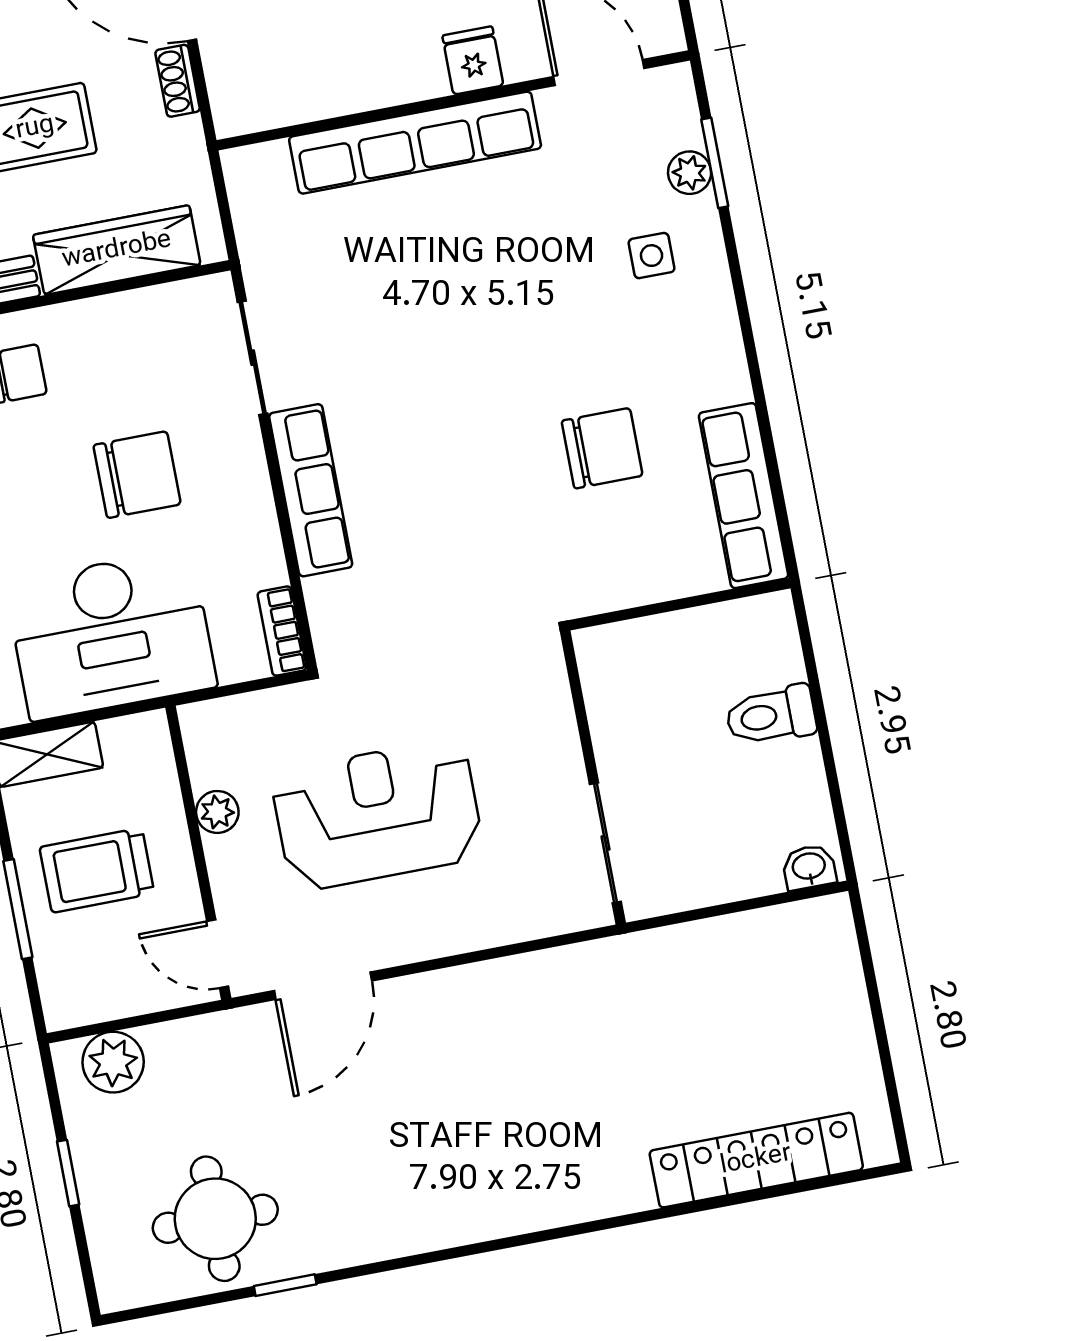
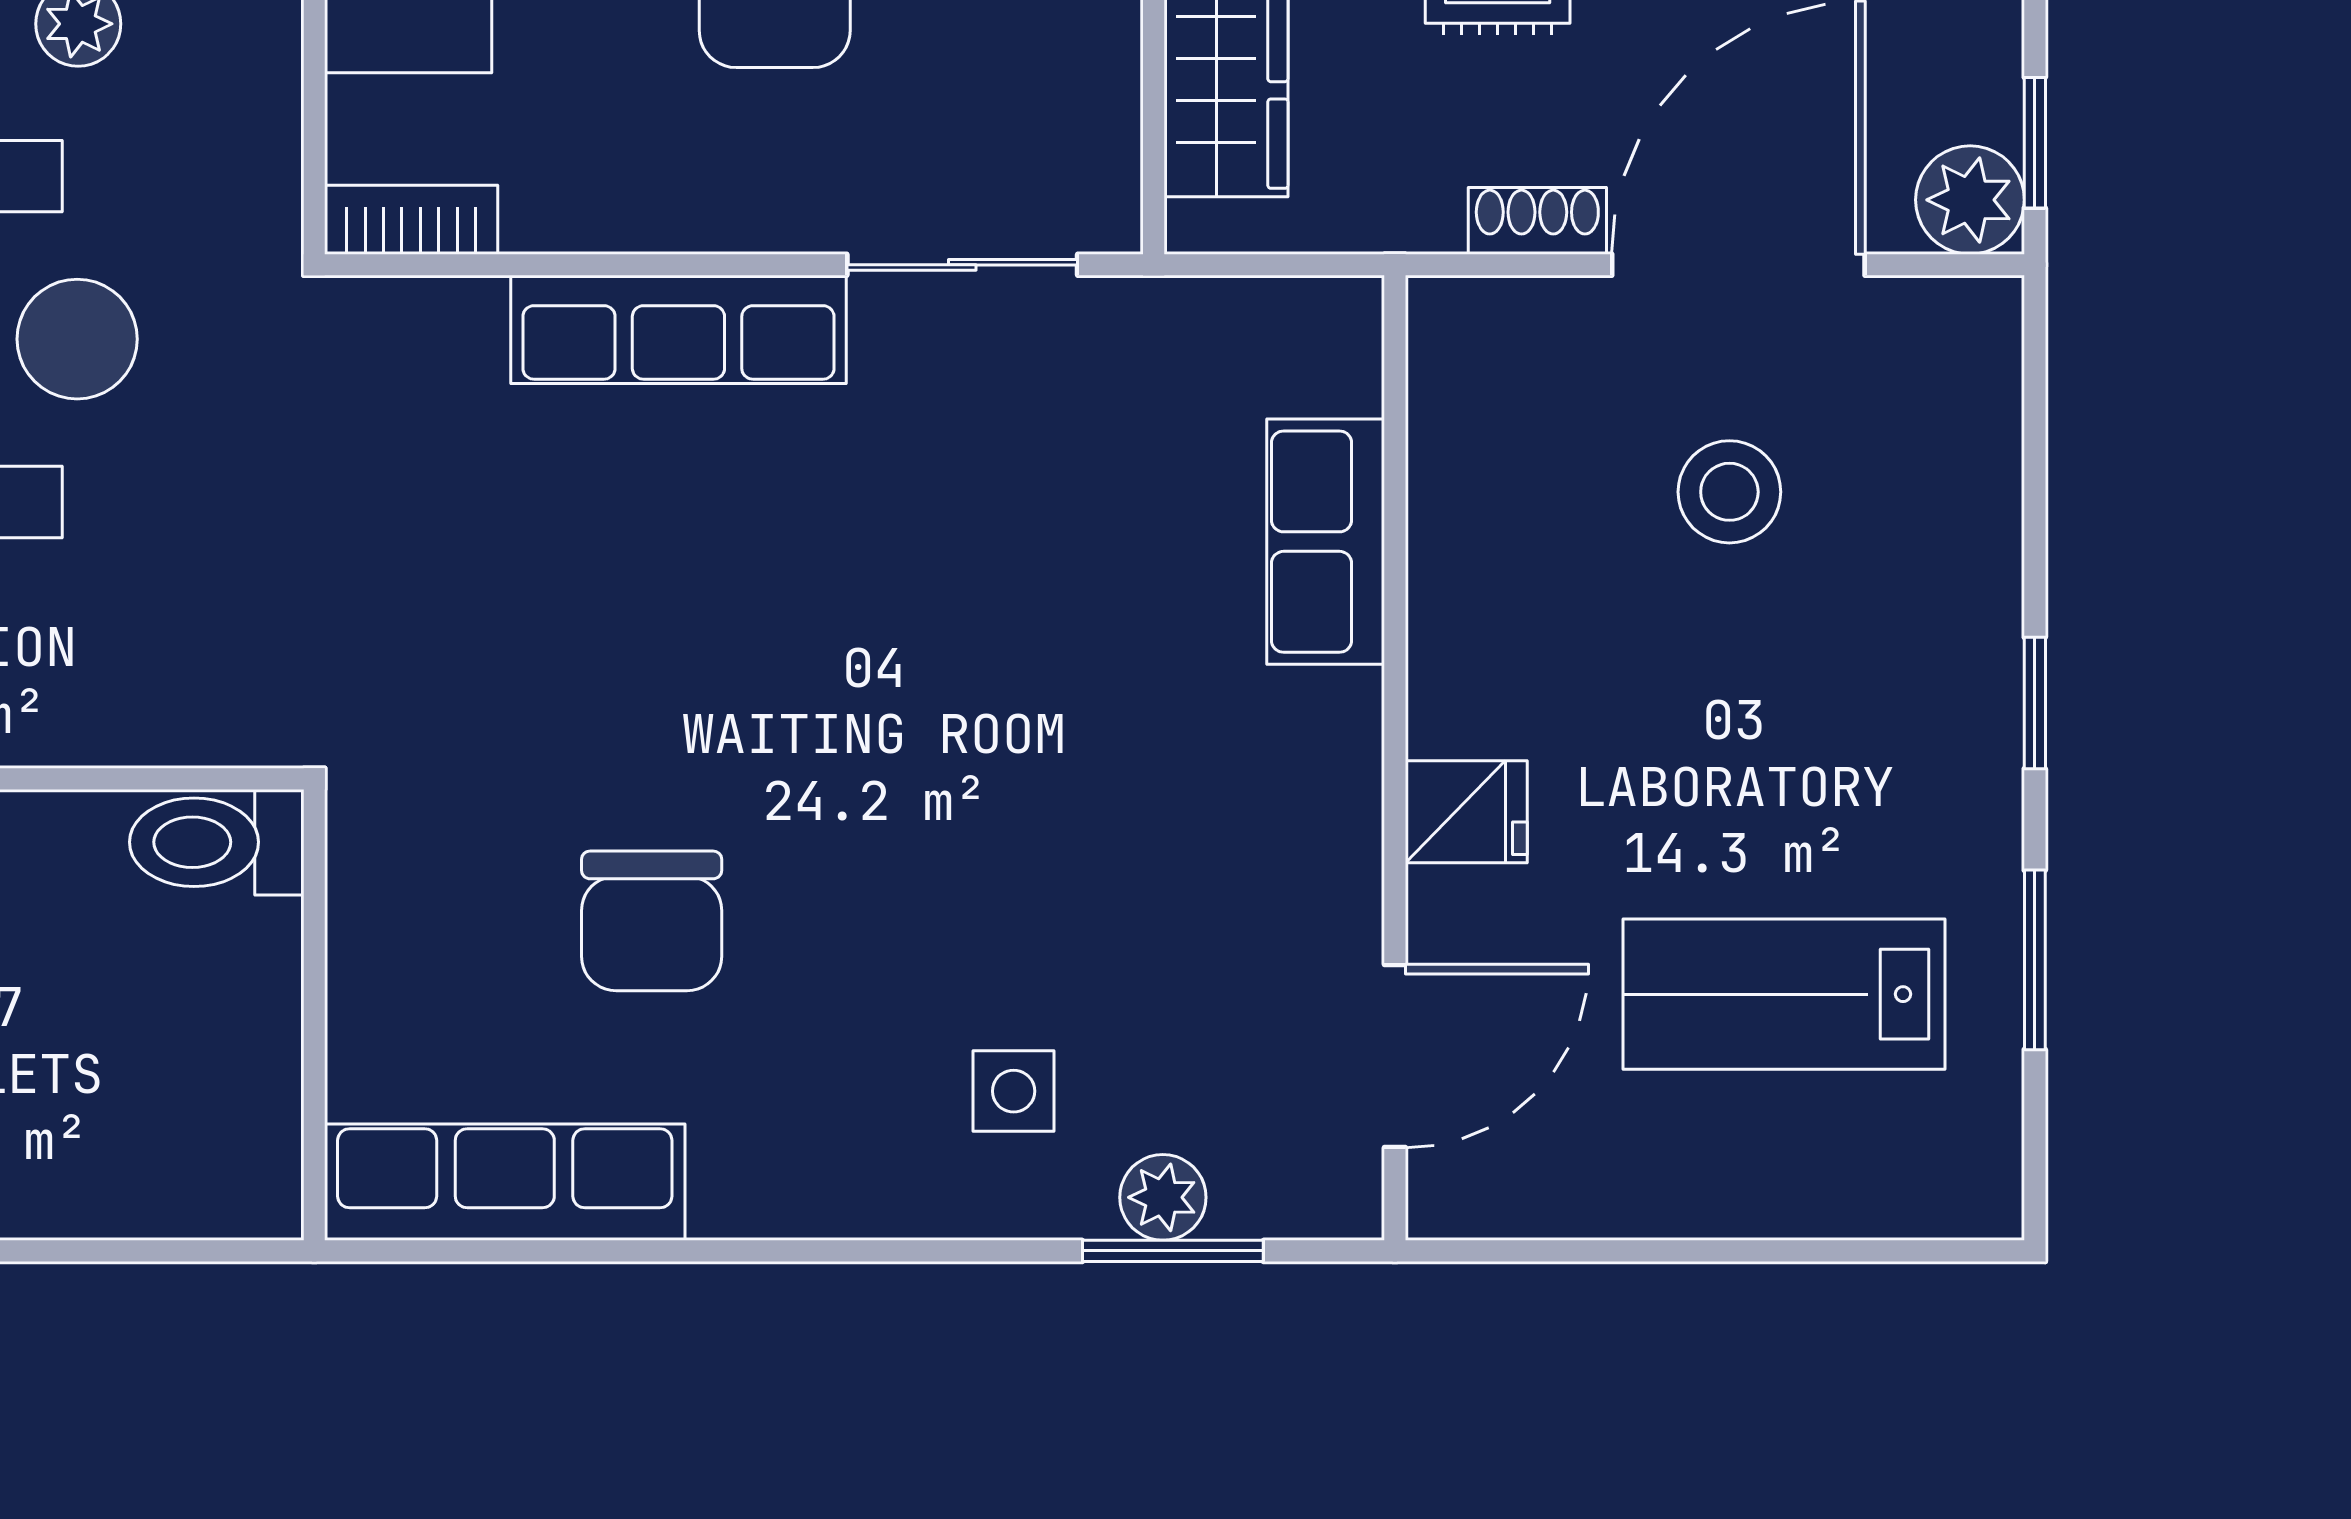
row of seats: (415, 143) -> (1326, 542), width x0.50
toilet: (771, 716) -> (217, 842), moved, turned -90

